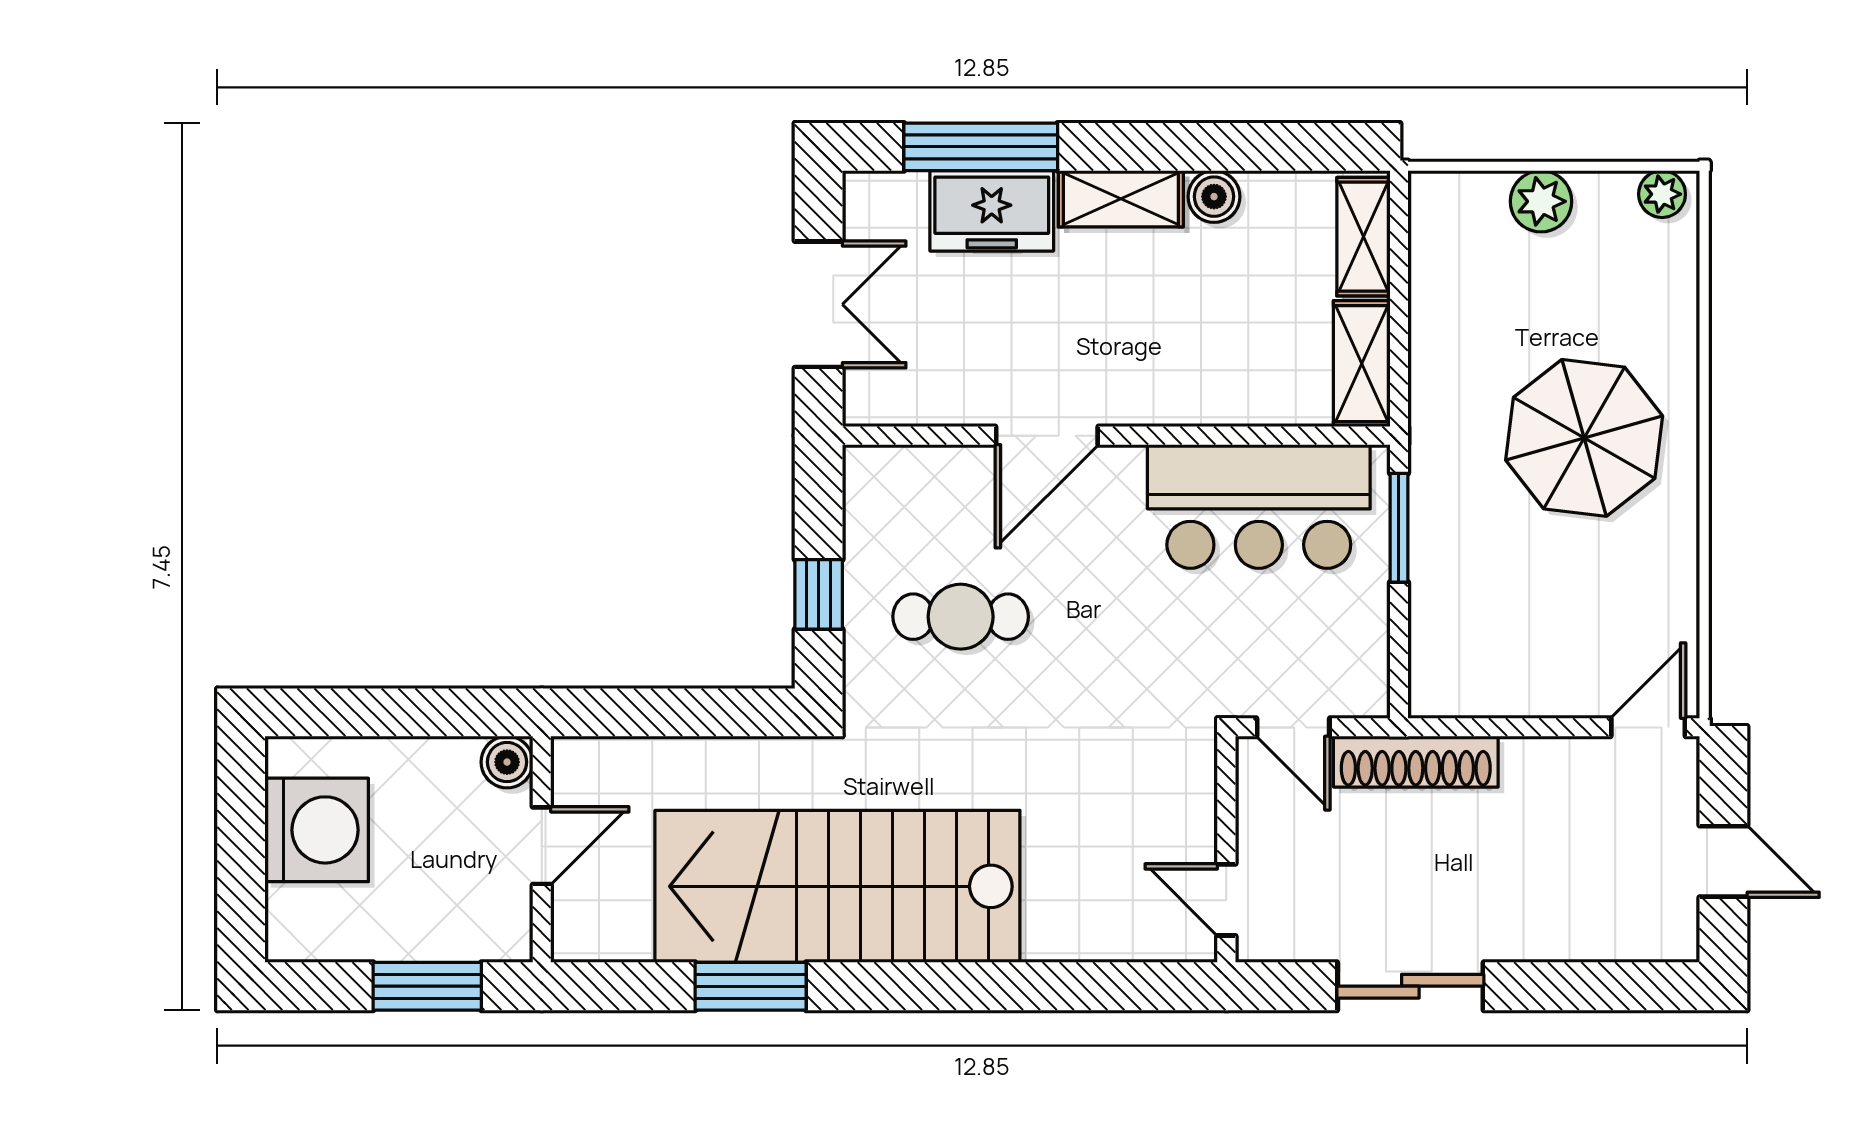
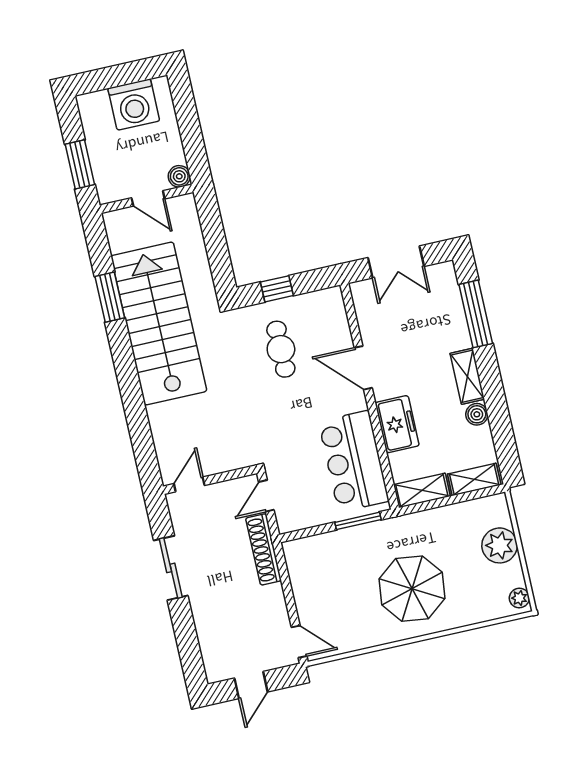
plant: (1541, 201) -> (500, 545), width x1.36, depth x1.36
freezer: (992, 211) -> (397, 424), moved, turned 180

